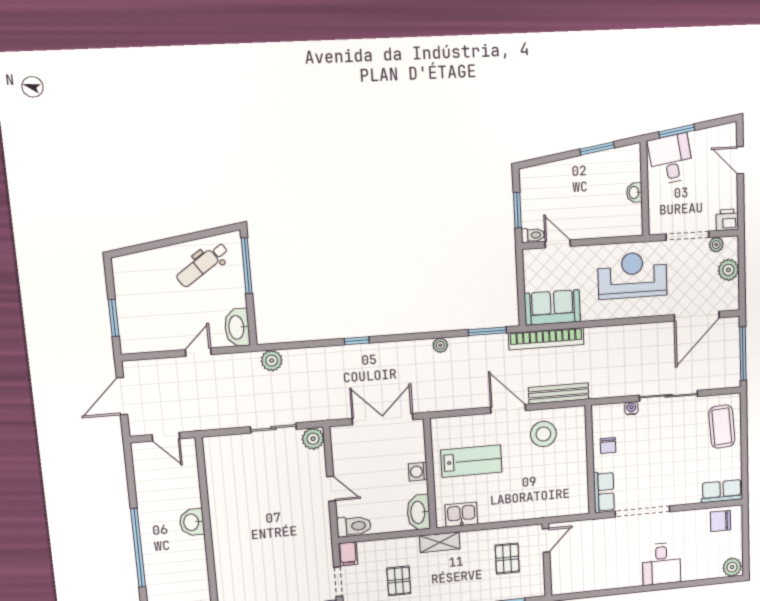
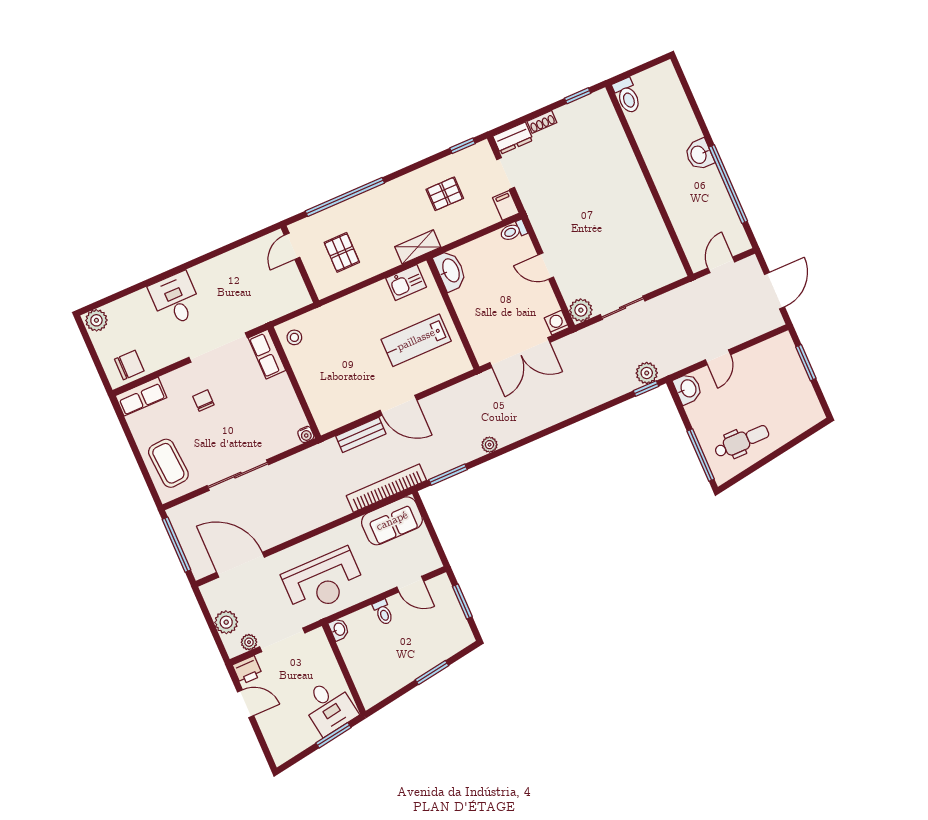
window: (597, 148) -> (432, 673), moved
door: (740, 160) -> (246, 704), moved
washbasin: (634, 193) -> (339, 629), moved
toilet: (533, 235) -> (383, 612), moved, turned -90
dental chair: (202, 265) -> (742, 441), turned 35
door: (697, 316) -> (241, 565), hinge flipped
washbasin: (237, 327) -> (688, 389), width x0.72
window: (357, 341) -> (646, 389), moved
bench: (559, 393) -> (361, 435), width x0.73
water cooler: (631, 408) -> (306, 434), moved
stool: (543, 434) -> (294, 337), moved, width x0.53, depth x0.53
door: (166, 437) -> (721, 265), hinge flipped
chair: (608, 446) -> (203, 401), moved
washing machine: (418, 472) -> (557, 323), moved, turned -90
washbasin: (192, 522) -> (699, 154), moved, turned 180
toilet: (354, 526) -> (513, 231), width x0.73, depth x0.72
door: (546, 540) -> (292, 246), moved
window: (138, 548) -> (728, 184), moved
pallet: (399, 581) -> (445, 194), turned 90

